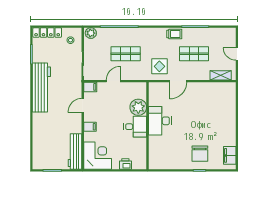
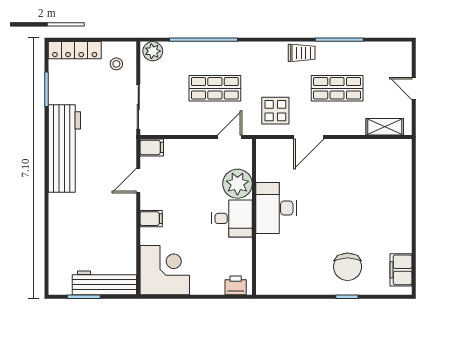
door: (113, 81) -> (230, 137), moved
workbench: (75, 151) -> (104, 283), moved, turned 90
printer: (125, 164) -> (236, 285), moved

